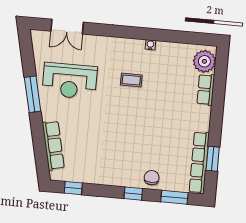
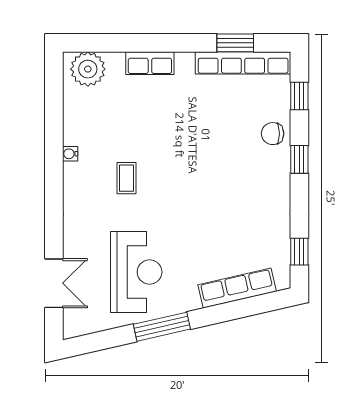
row of seats: (206, 90) -> (150, 63), moved
window: (174, 197) -> (299, 96), width x0.67

